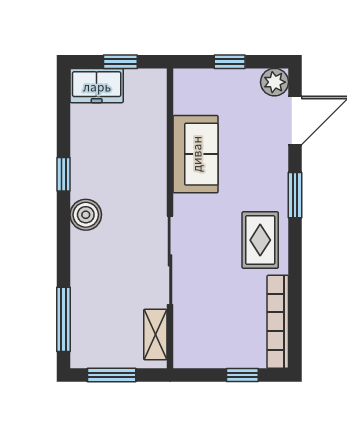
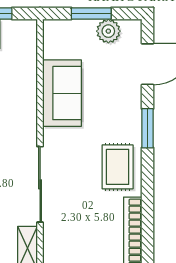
window: (230, 62) -> (91, 14), width x1.50
plant: (275, 82) -> (108, 31), moved

